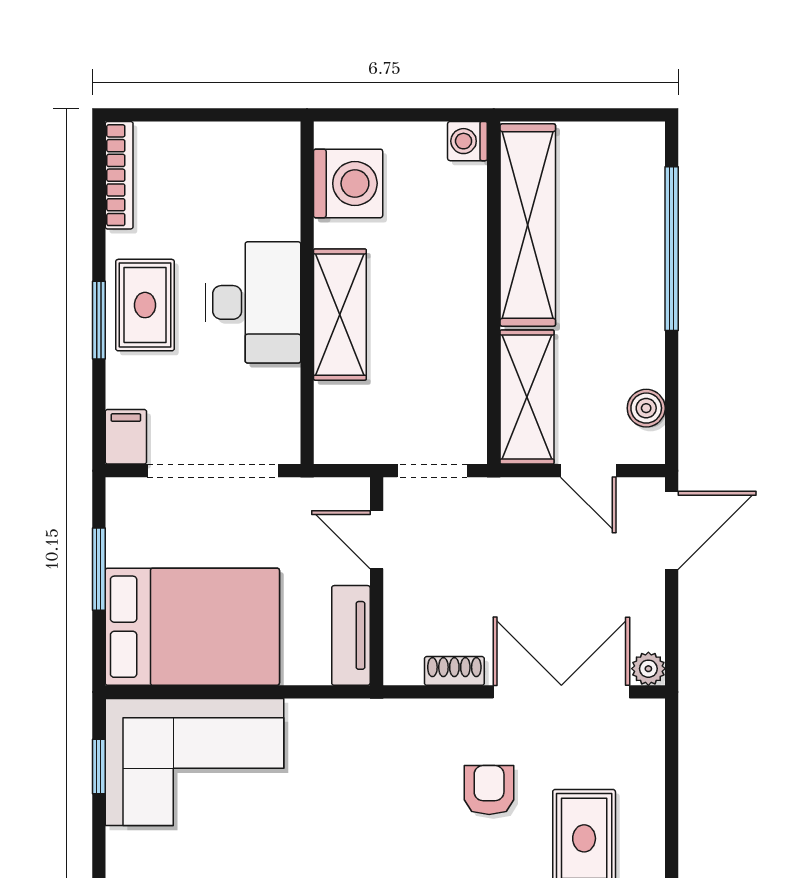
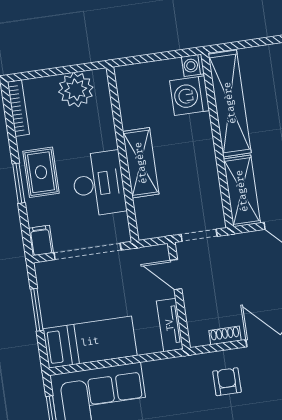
plant: (235, 156) -> (76, 90), added
washing machine: (348, 183) -> (190, 96), moved, turned 180
desk: (253, 302) -> (99, 184), moved
bed: (192, 627) -> (90, 342), width x0.67
armchair: (489, 790) -> (227, 382), moved

